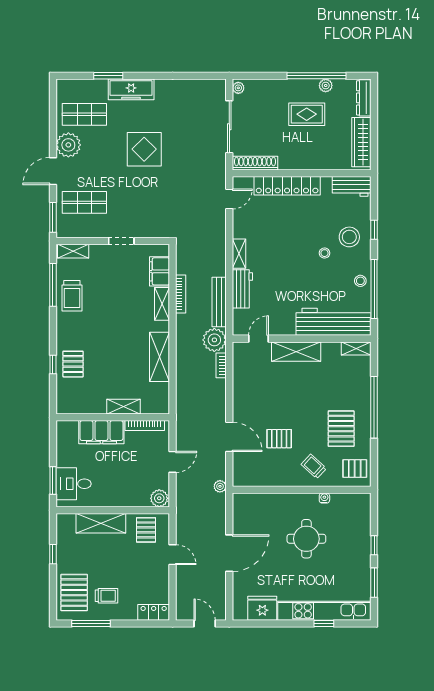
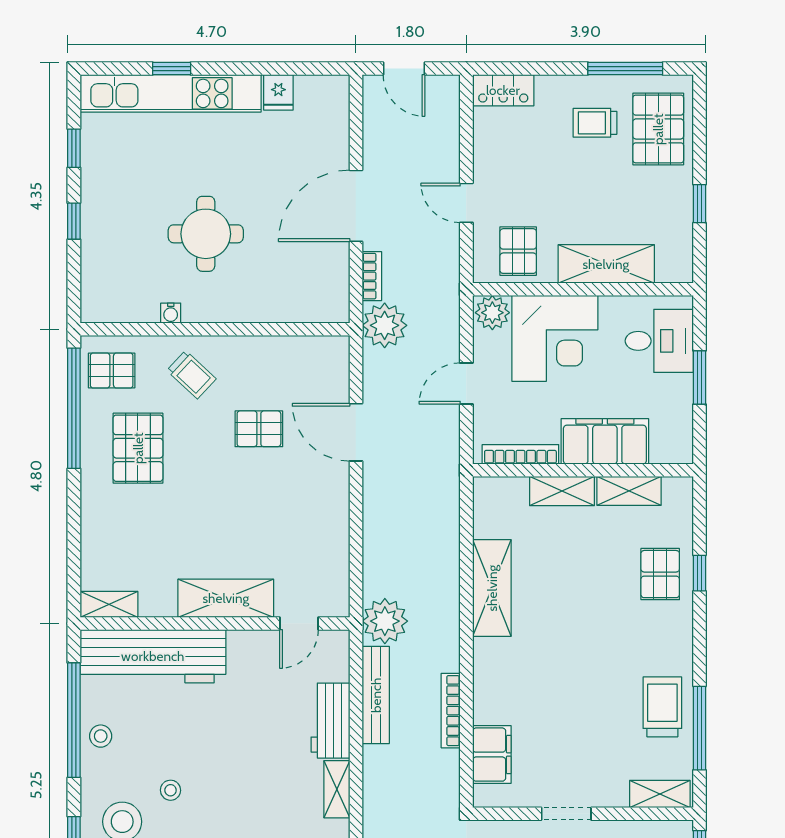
shelving: (162, 304) -> (629, 491), moved, turned 90
bookcase: (221, 365) -> (372, 276), moved
window: (374, 407) -> (74, 408), moved
window: (53, 481) -> (699, 377), moved
corner desk: (127, 485) -> (555, 338), added
plant: (220, 486) -> (385, 325), width x1.88, depth x1.88
window: (374, 583) -> (74, 148), width x0.67
fridge: (262, 608) -> (278, 92), width x0.53, depth x0.75

